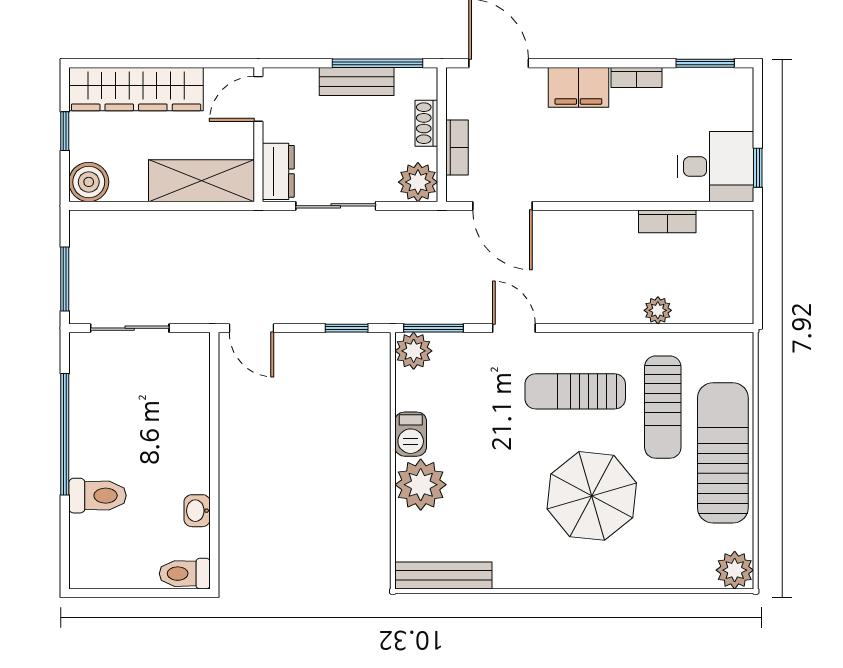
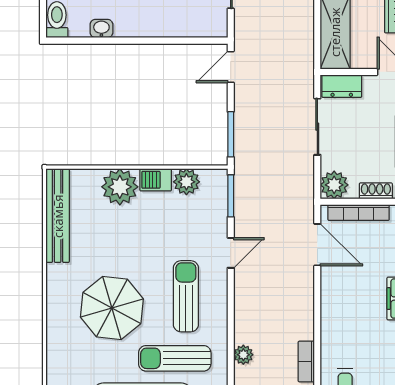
bookcase: (457, 148) -> (359, 213), width x1.56
door: (502, 206) -> (317, 245), swing flipped
window: (347, 328) -> (231, 134), width x1.50
plant: (414, 351) -> (186, 182), moved
bench: (443, 575) -> (58, 216), width x1.37, depth x1.21

